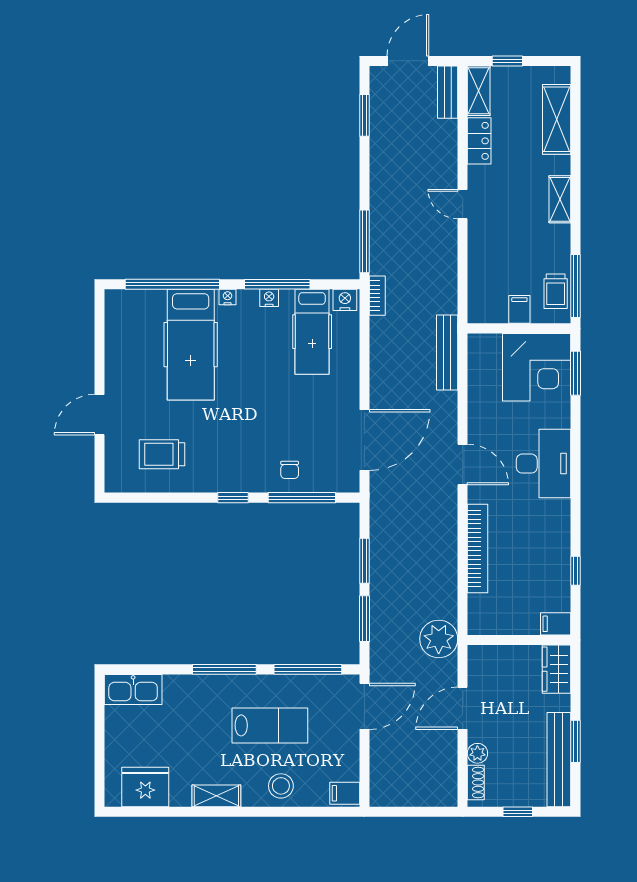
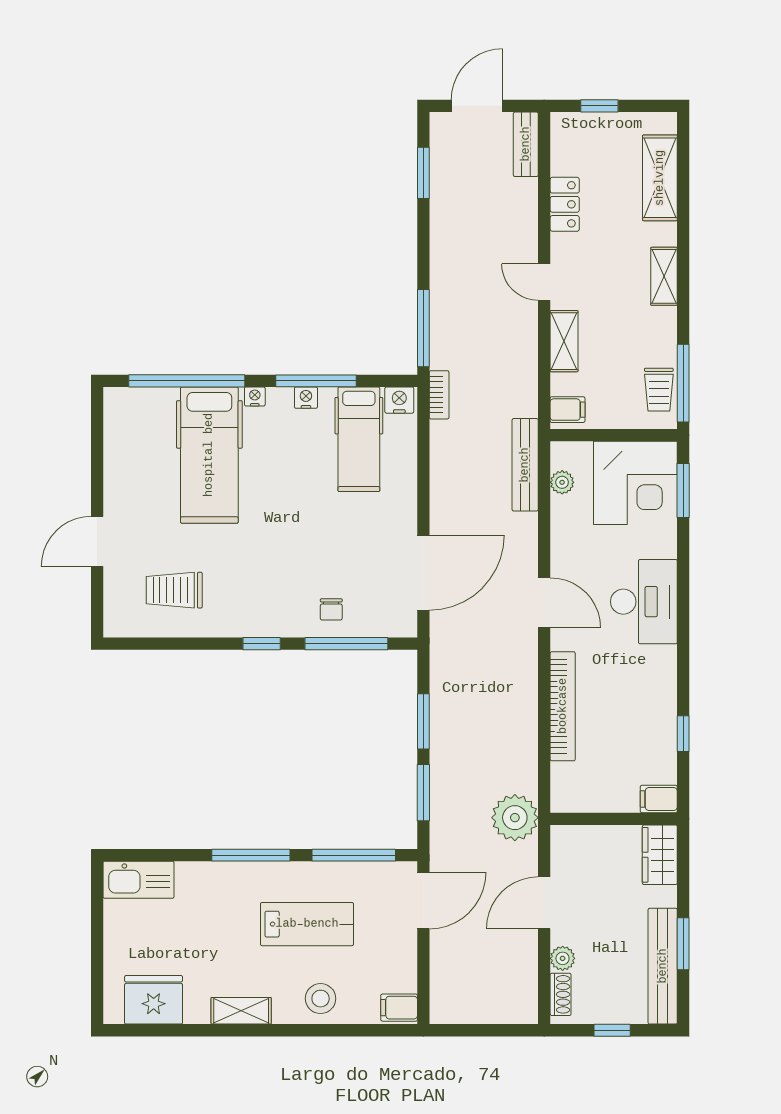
shelving: (479, 91) -> (564, 341), moved
filing cabinet: (519, 309) -> (568, 410), moved, turned 90
plant: (477, 367) -> (562, 482), added

